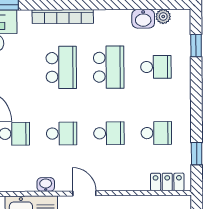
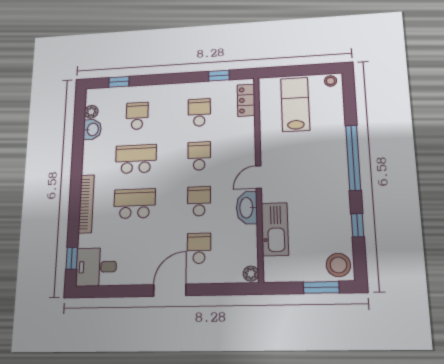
washbasin: (46, 184) -> (247, 208), width x1.91, depth x1.45

